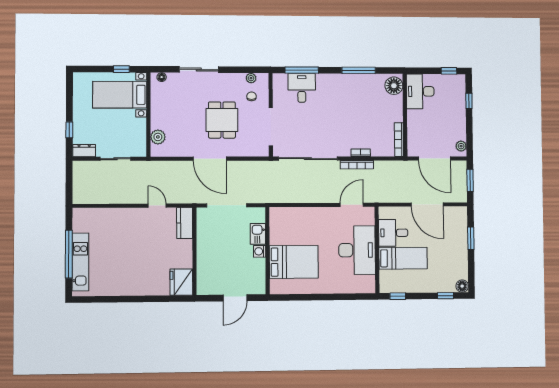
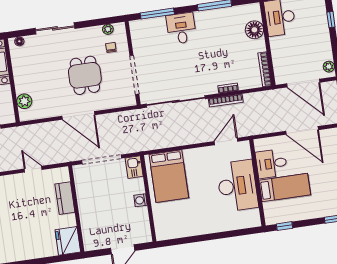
floor lamp: (394, 86) -> (254, 30), moved
desk: (302, 88) -> (181, 28), moved
kitchen counter: (185, 223) -> (65, 198), moved
kitchen sink: (258, 234) -> (134, 167), moved
bed: (294, 262) -> (169, 176), moved, turned 90

